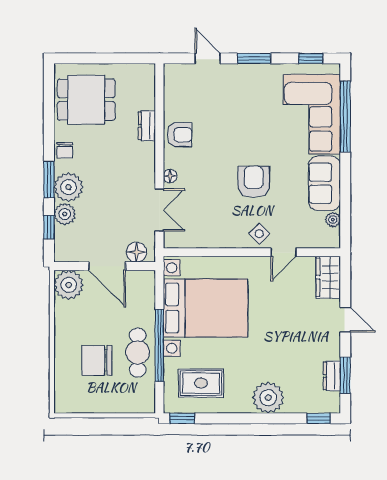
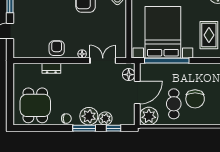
window: (159, 345) -> (167, 61), moved
cafe table: (138, 353) -> (174, 104), moved, turned 90

